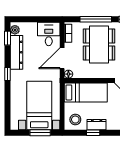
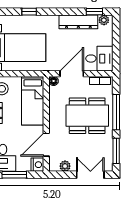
door: (62, 58) -> (72, 74), hinge flipped
window: (8, 74) -> (29, 12), moved

